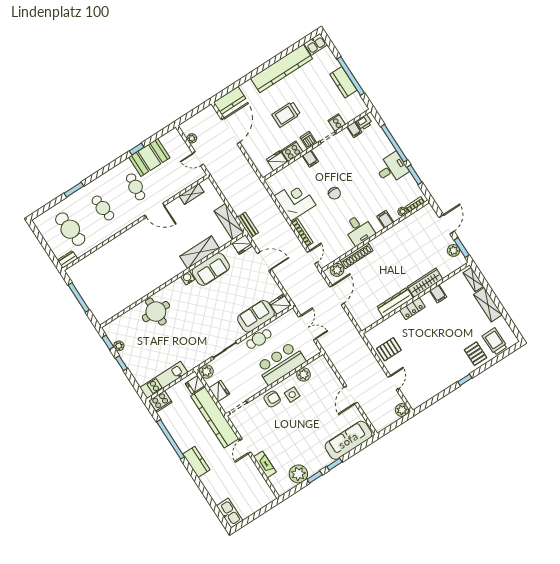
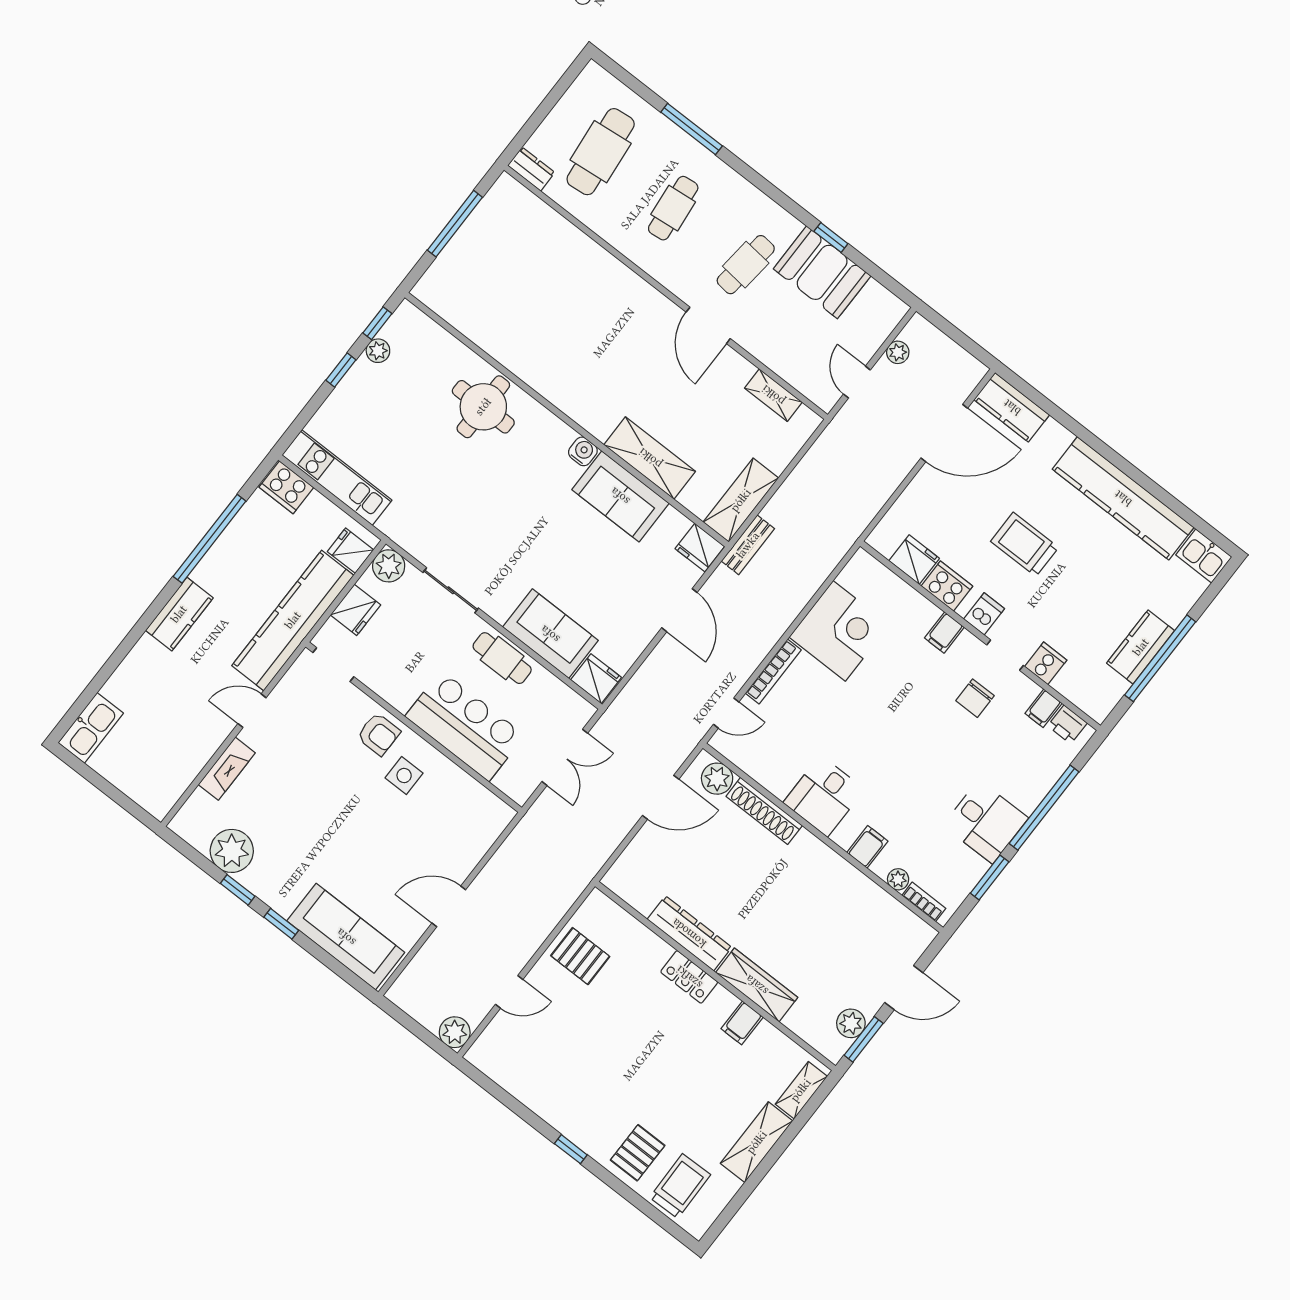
window: (74, 190) -> (692, 129), width x1.44
chair: (334, 193) -> (975, 698), moved
plant: (303, 374) -> (458, 785), removed

